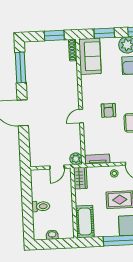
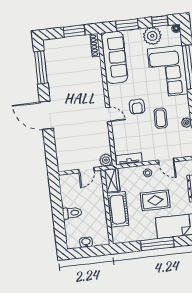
sofa: (90, 56) -> (114, 57), width x1.36
door: (81, 116) -> (109, 115), swing flipped
cot: (85, 222) -> (118, 209), moved

